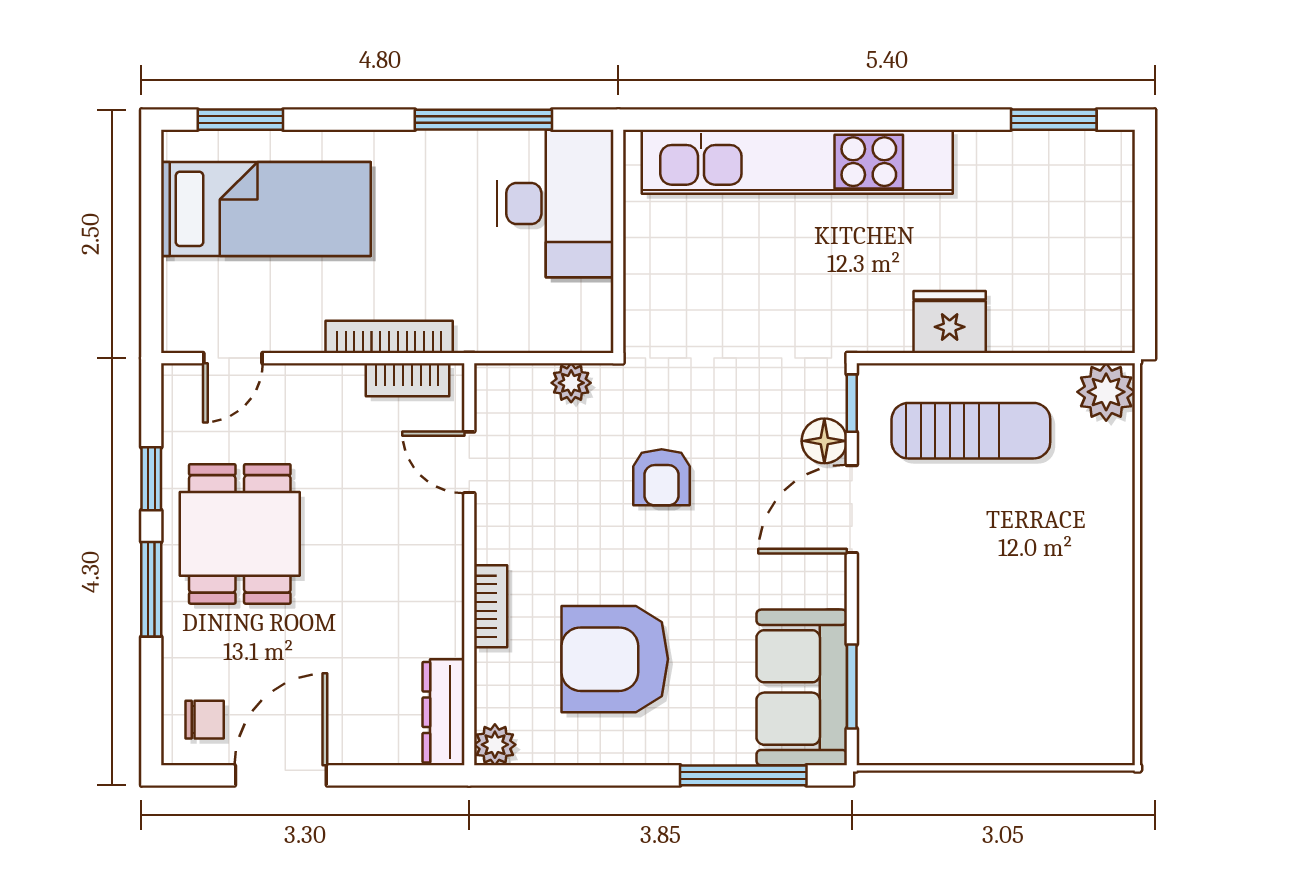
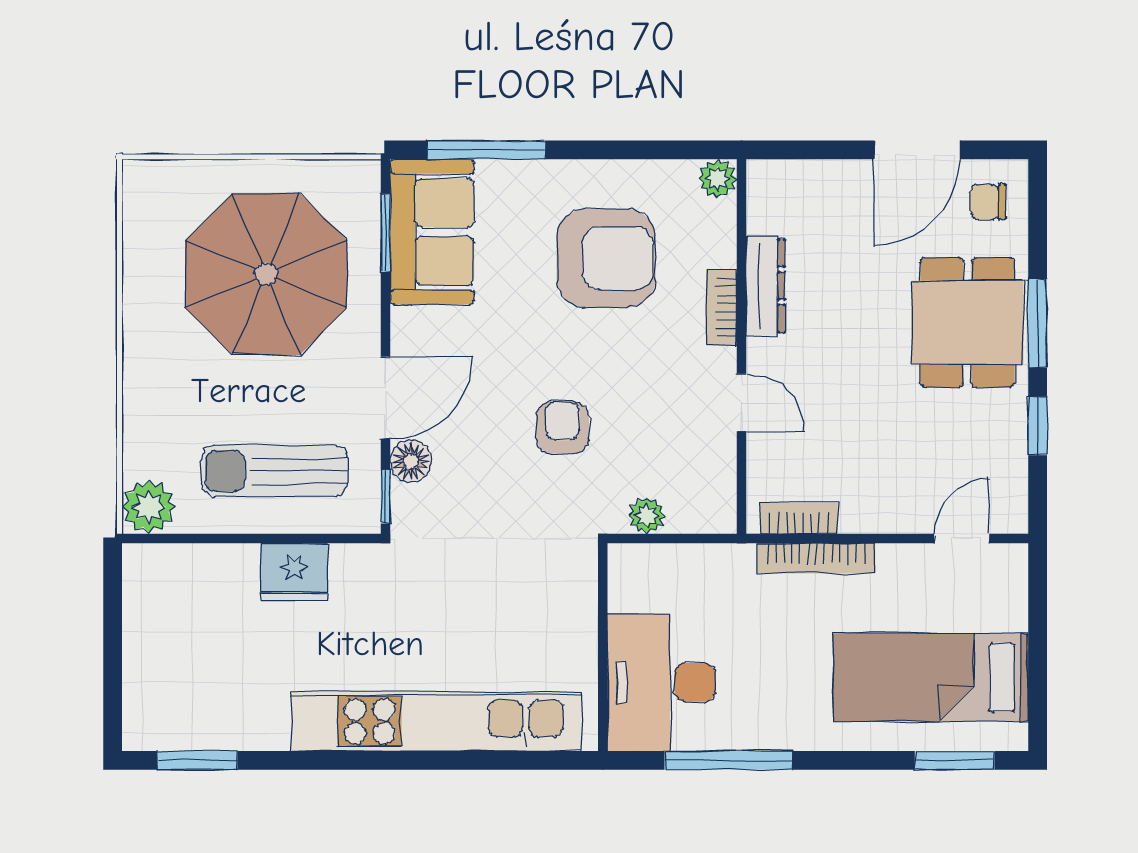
door: (469, 462) -> (742, 403), moved
dining table: (240, 534) -> (967, 322), moved
parasol: (980, 642) -> (266, 274), added
dresser: (443, 712) -> (766, 286), moved

